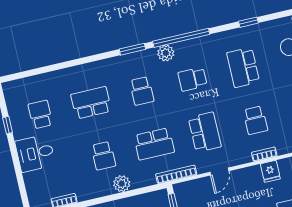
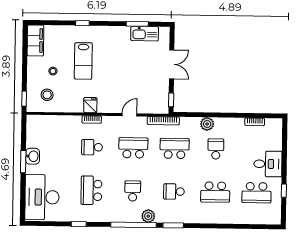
school desk: (243, 67) -> (91, 190), turned 180
school desk: (192, 79) -> (133, 191), turned -90
school desk: (142, 91) -> (174, 191), turned -90
school desk: (40, 115) -> (257, 193), width x1.85
school desk: (255, 120) -> (92, 147), turned -90
school desk: (205, 132) -> (133, 148), turned 90

